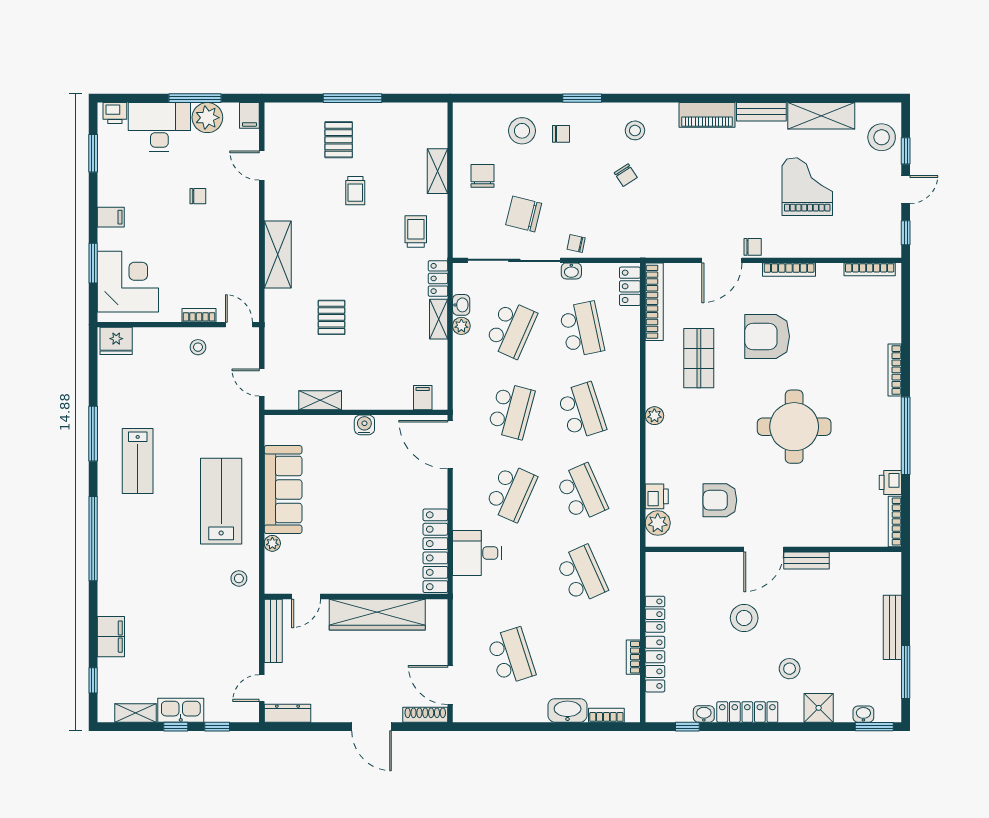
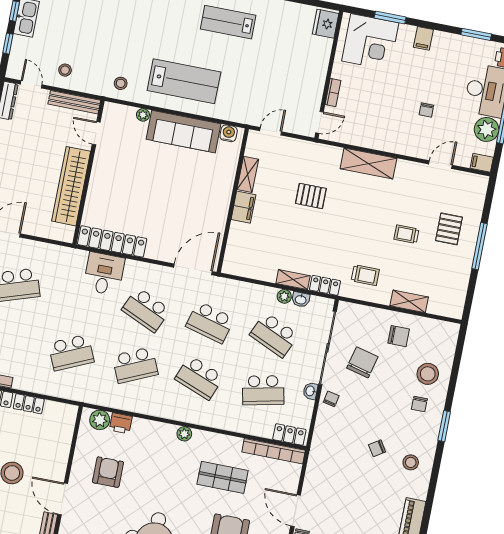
pallet: (339, 140) -> (449, 229), turned 90
stool: (198, 347) -> (65, 70), moved
filing cabinet: (423, 398) -> (243, 207), moved, width x2.00
school desk: (582, 411) -> (199, 378), turned 39
water cooler: (364, 425) -> (229, 133), moved, turned -90

